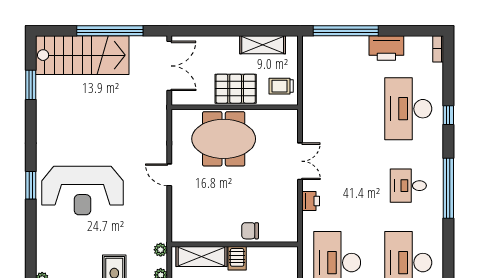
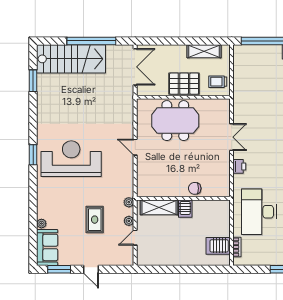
reception desk: (82, 191) -> (71, 159), turned 180

